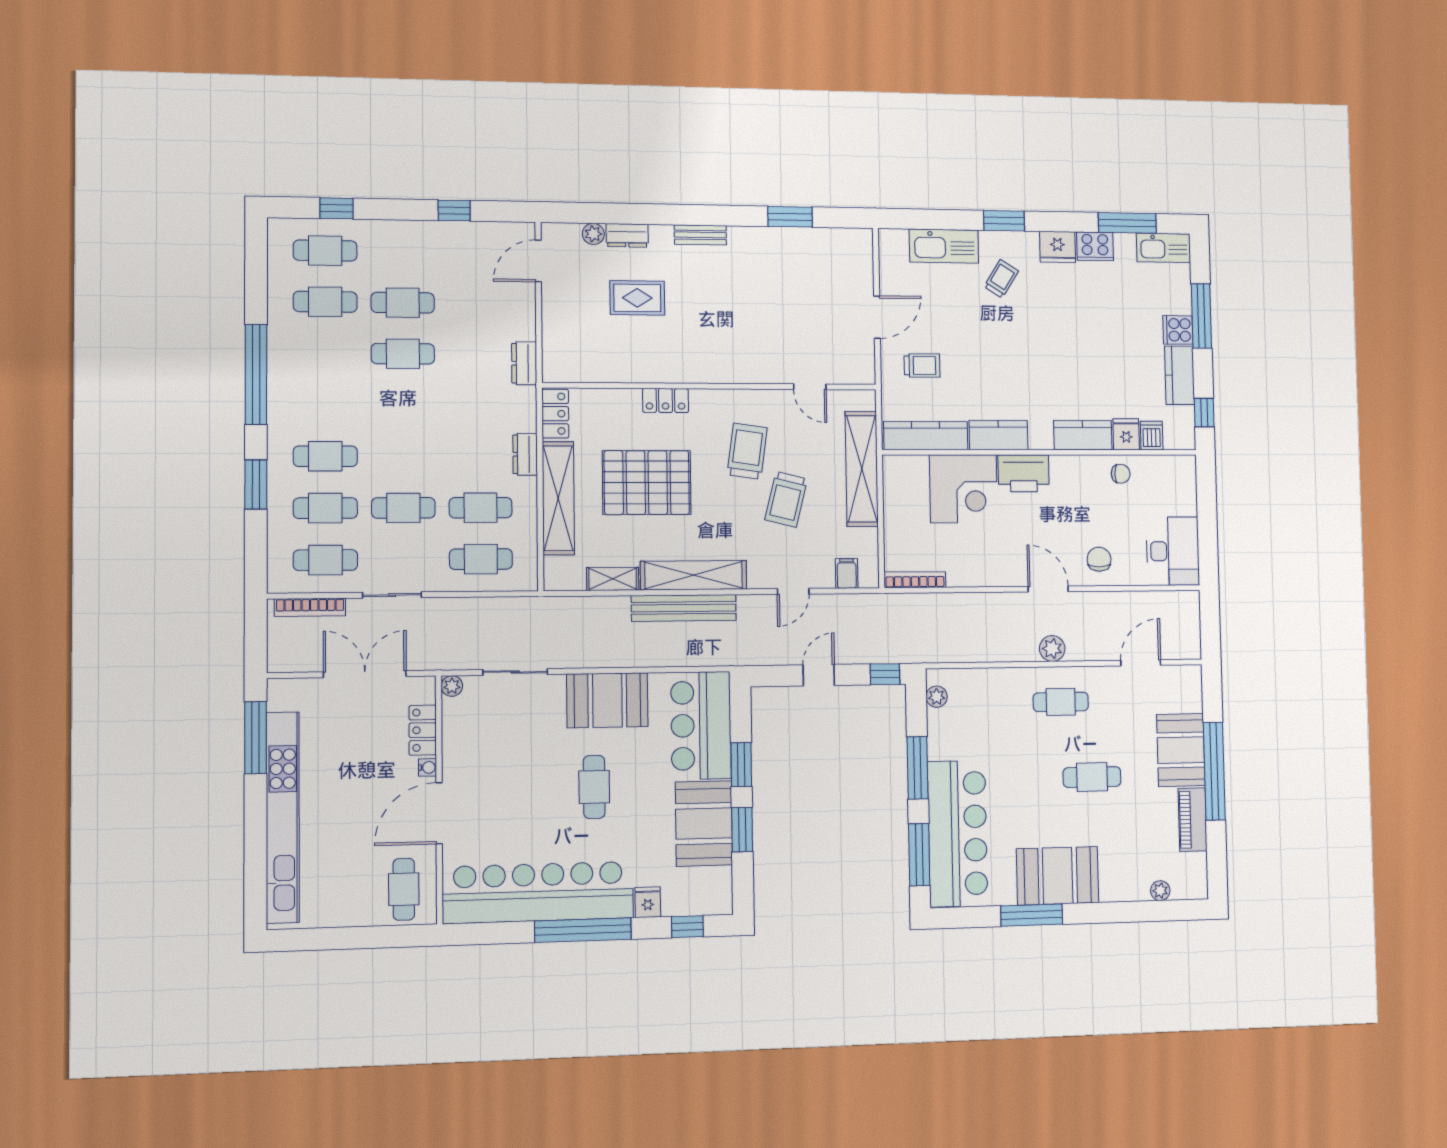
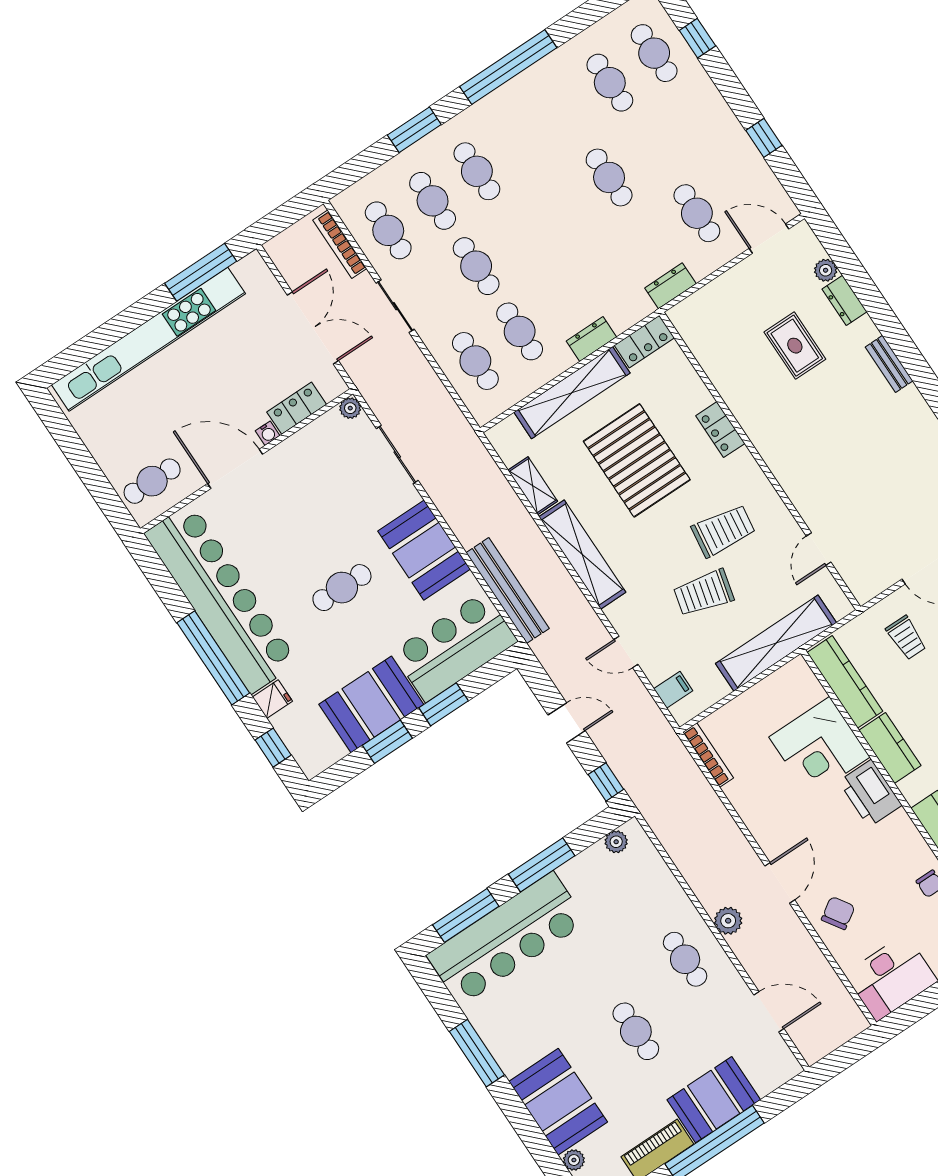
cafe table: (403, 303) -> (697, 213), moved
chair: (1099, 559) -> (838, 913), turned -33
bench: (684, 608) -> (508, 591), moved
booth: (1058, 876) -> (558, 1102), moved

